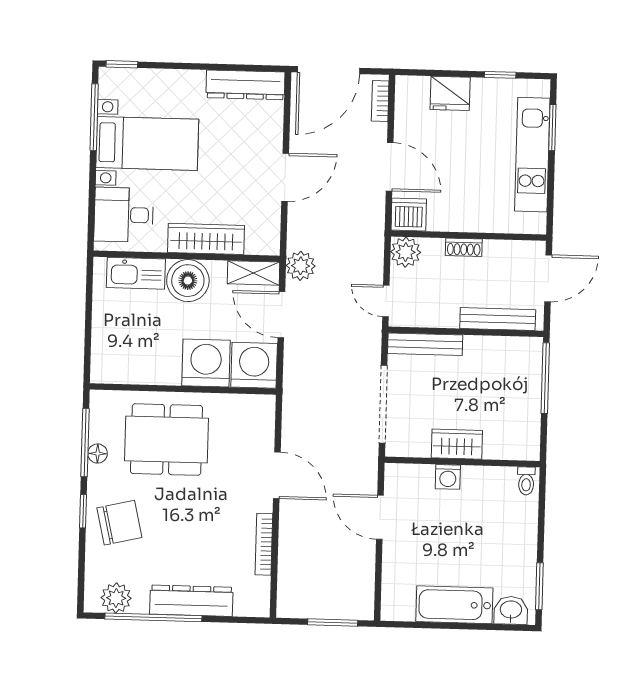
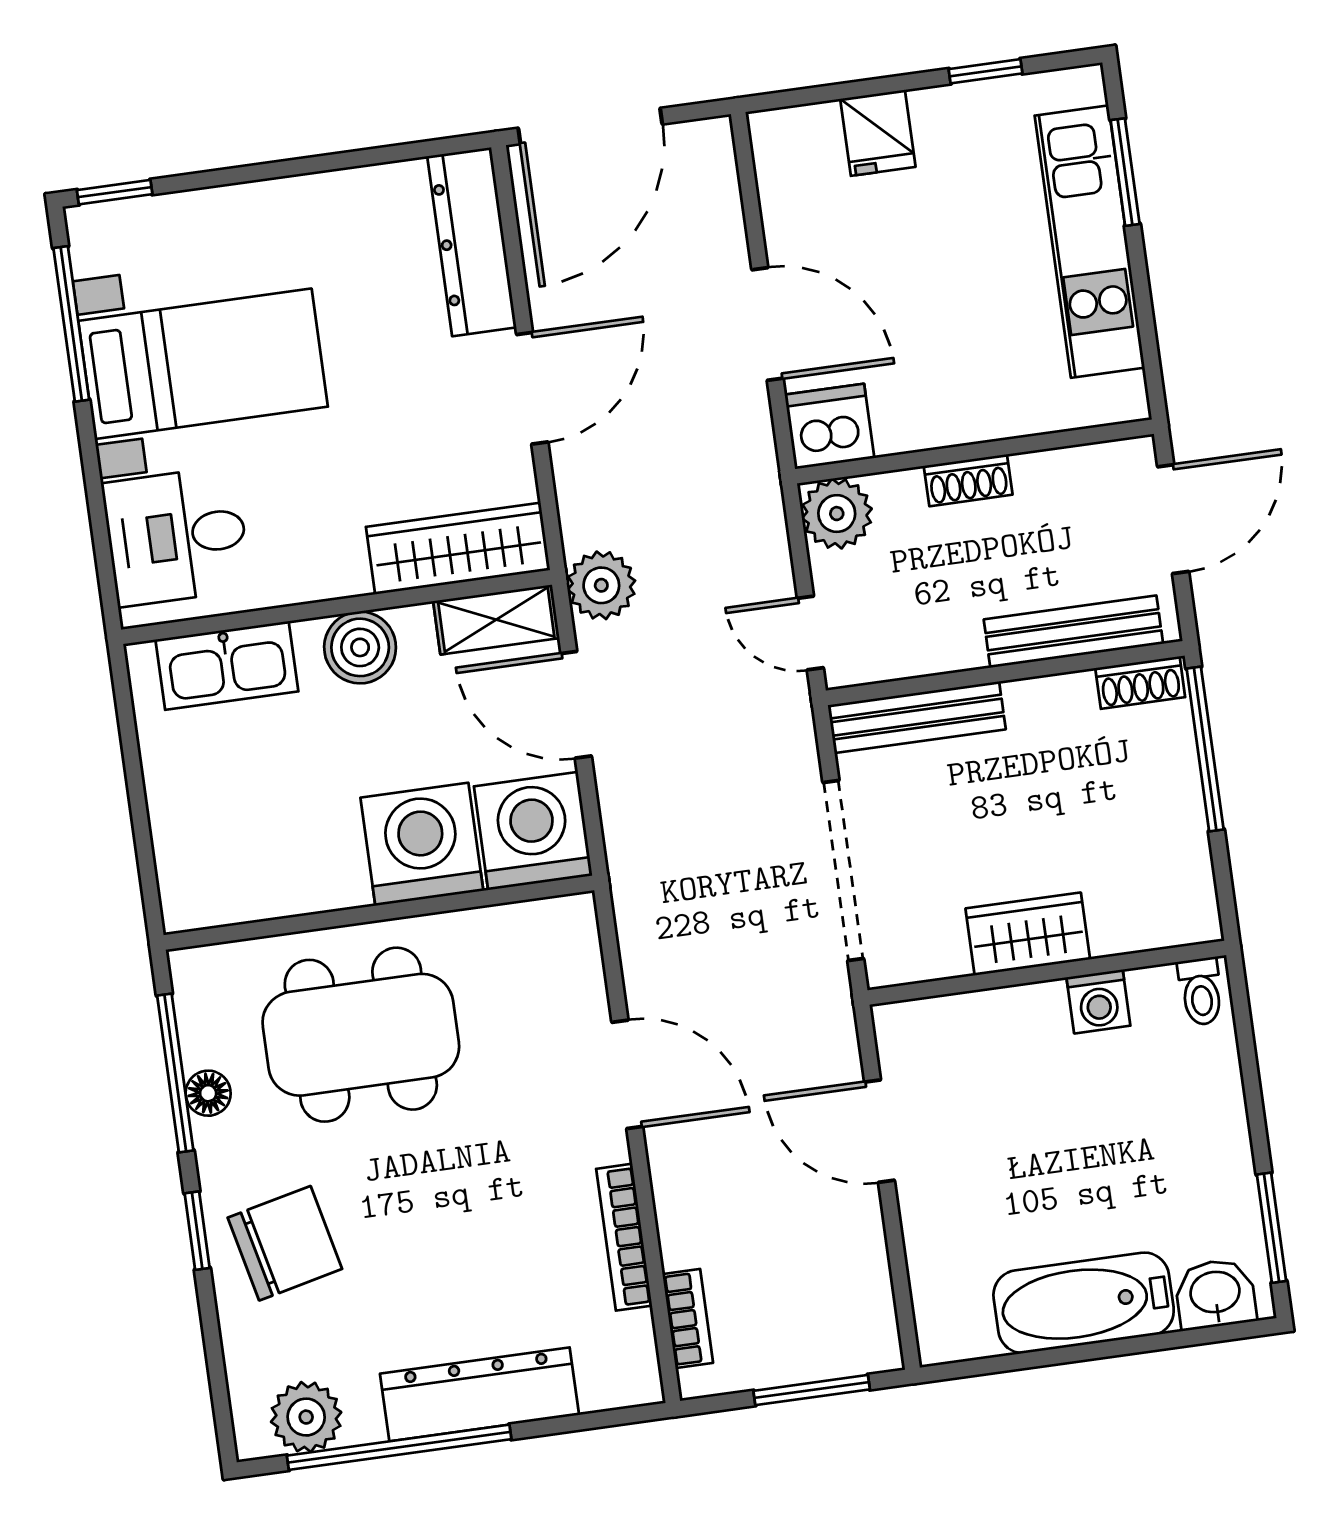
dresser: (245, 85) -> (472, 242), moved, turned 90
fridge: (450, 93) -> (878, 133), width x0.72
bookcase: (380, 101) -> (688, 1318), moved, turned 180
wardrobe: (206, 239) -> (458, 548), moved
boiler: (188, 281) -> (360, 647), width x0.73, depth x0.73
shoe rack: (522, 345) -> (1140, 683), added
washing machine: (448, 477) -> (1098, 1002), moved

